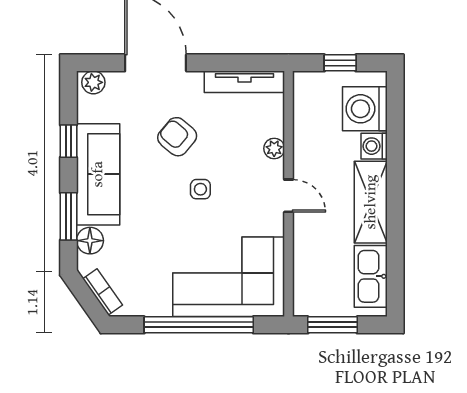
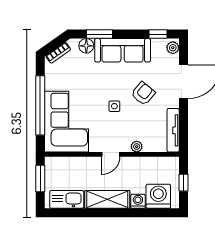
window: (68, 141) -> (158, 34), moved

